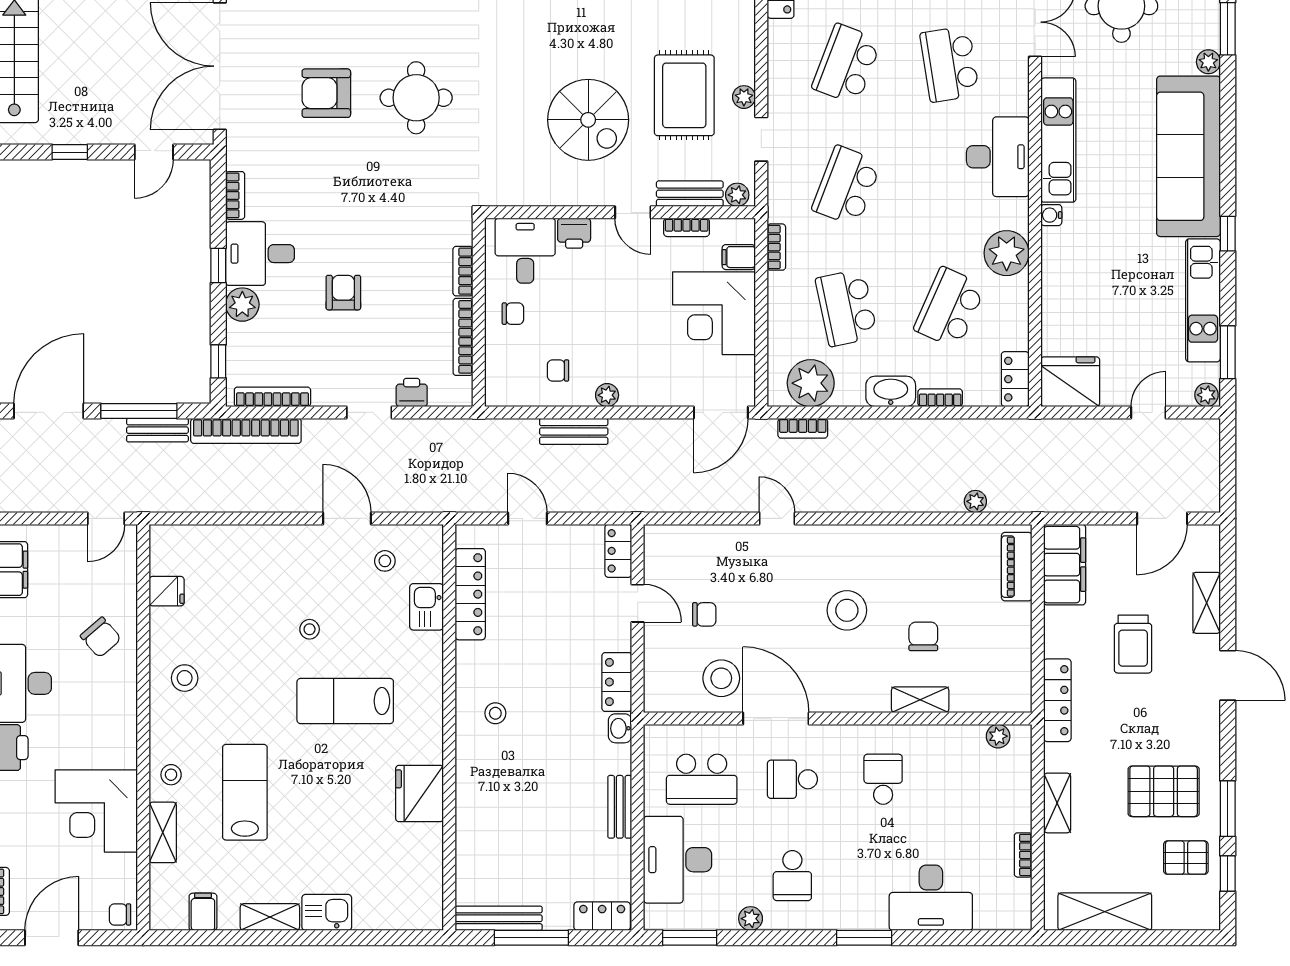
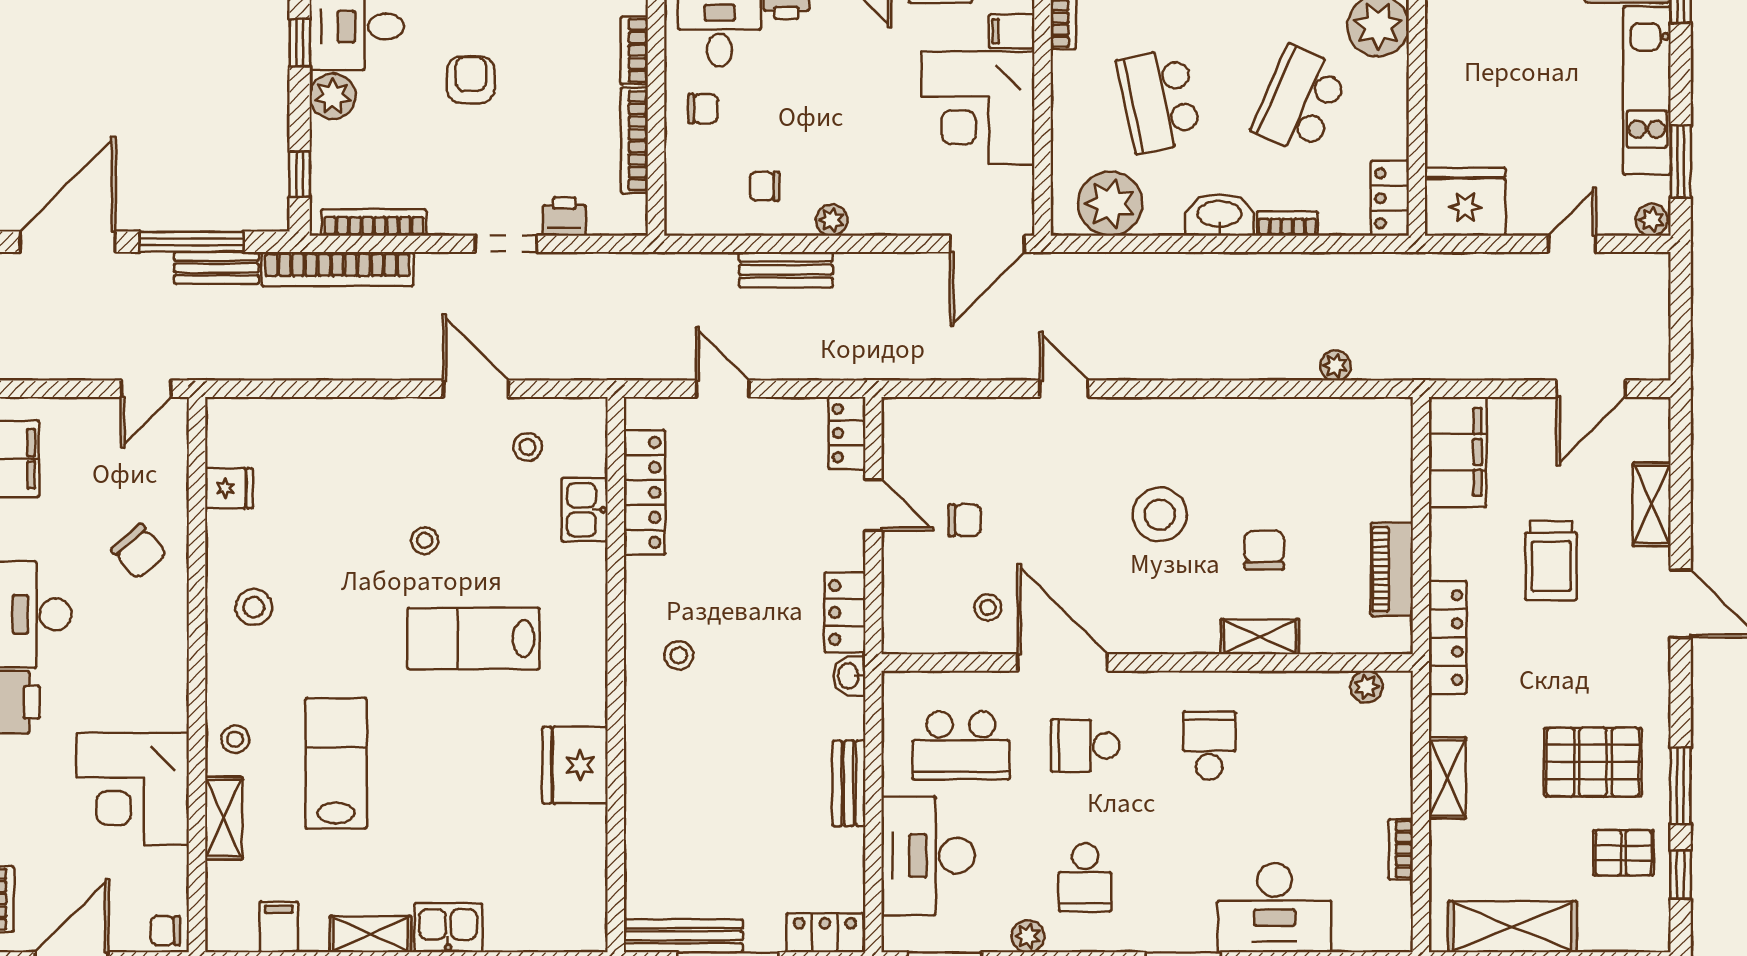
bookcase: (803, 428) -> (1099, 265), removed
piano: (1017, 567) -> (1392, 569), moved
stool: (721, 678) -> (988, 607), width x0.53, depth x0.53

